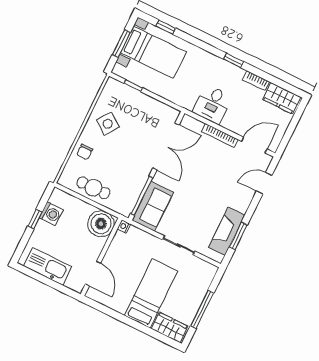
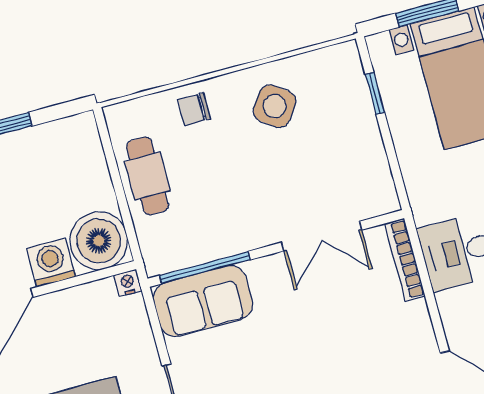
bookcase: (220, 136) -> (405, 260), moved
double door: (166, 146) -> (322, 236), width x0.73
washing machine: (51, 214) -> (51, 263), moved, turned 180

